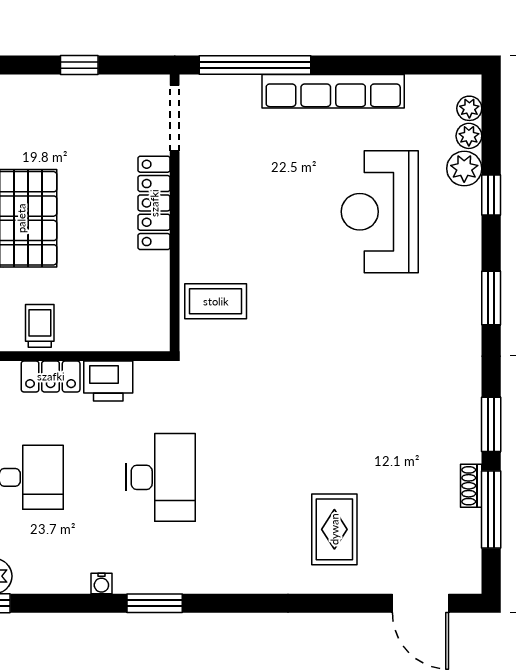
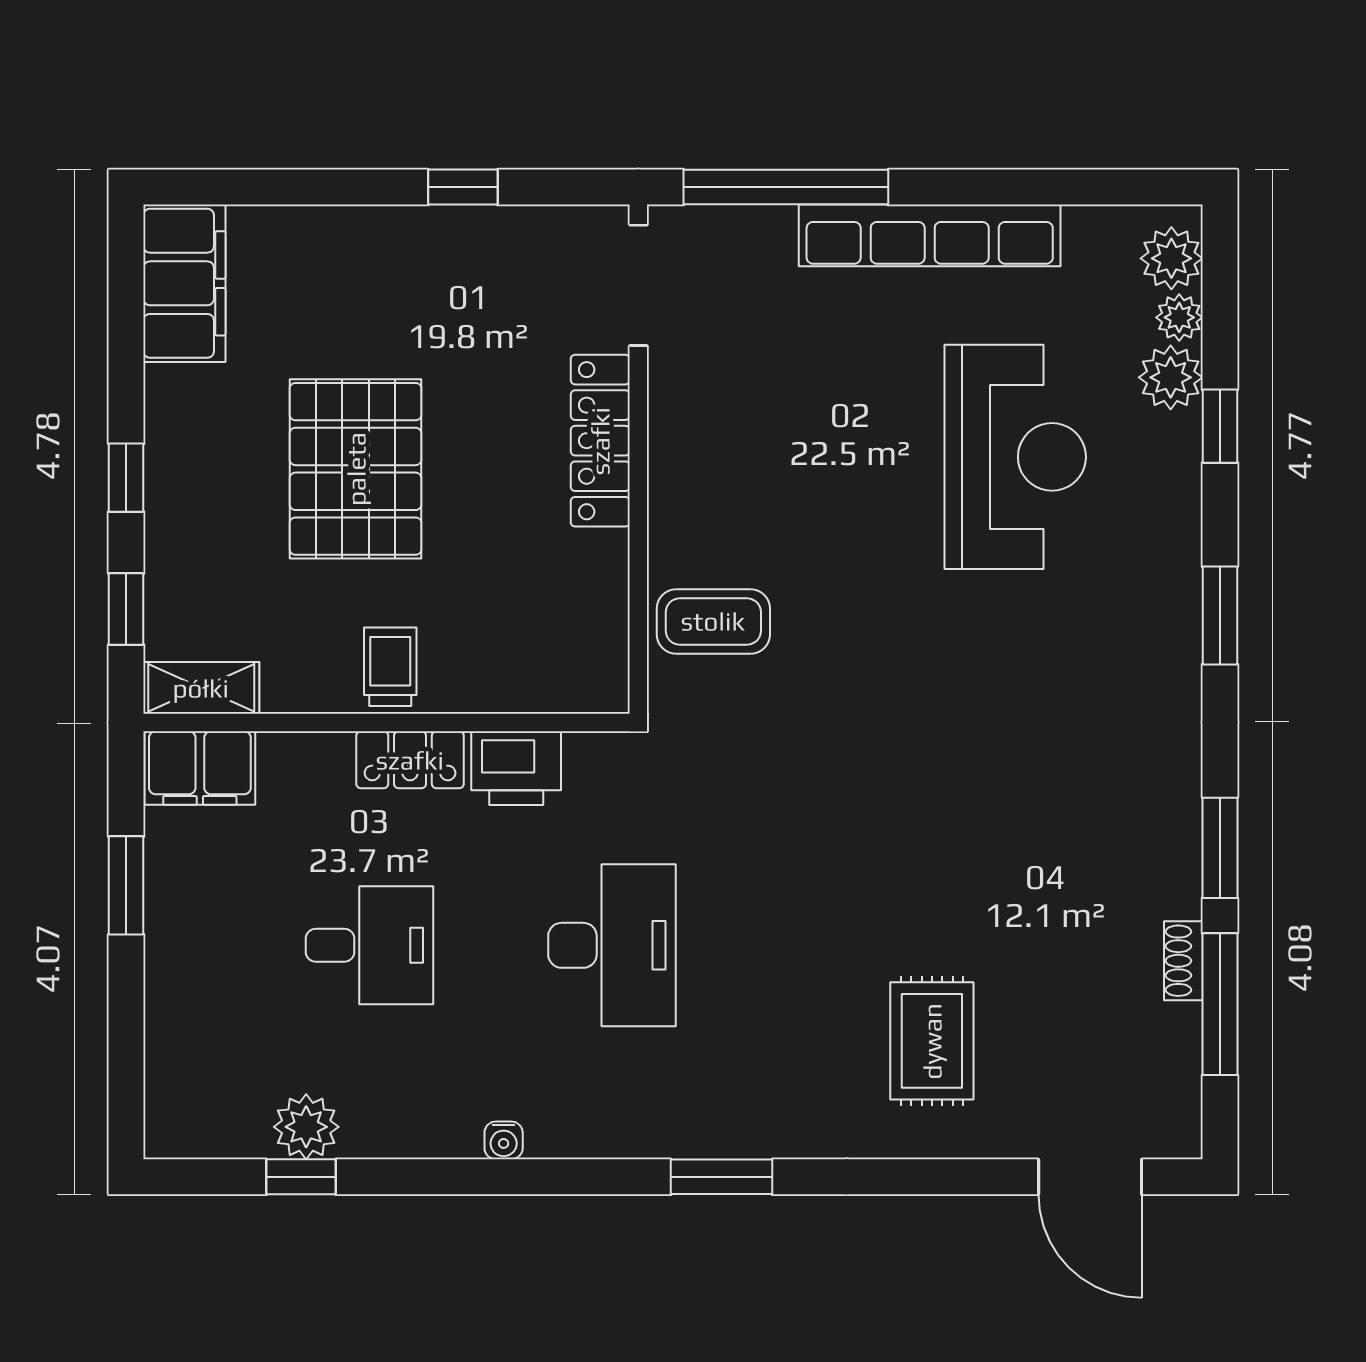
plant: (469, 108) -> (1171, 258), width x1.38, depth x1.38
reception desk: (380, 212) -> (1015, 457), turned 180
window: (155, 603) -> (722, 1177), moved

